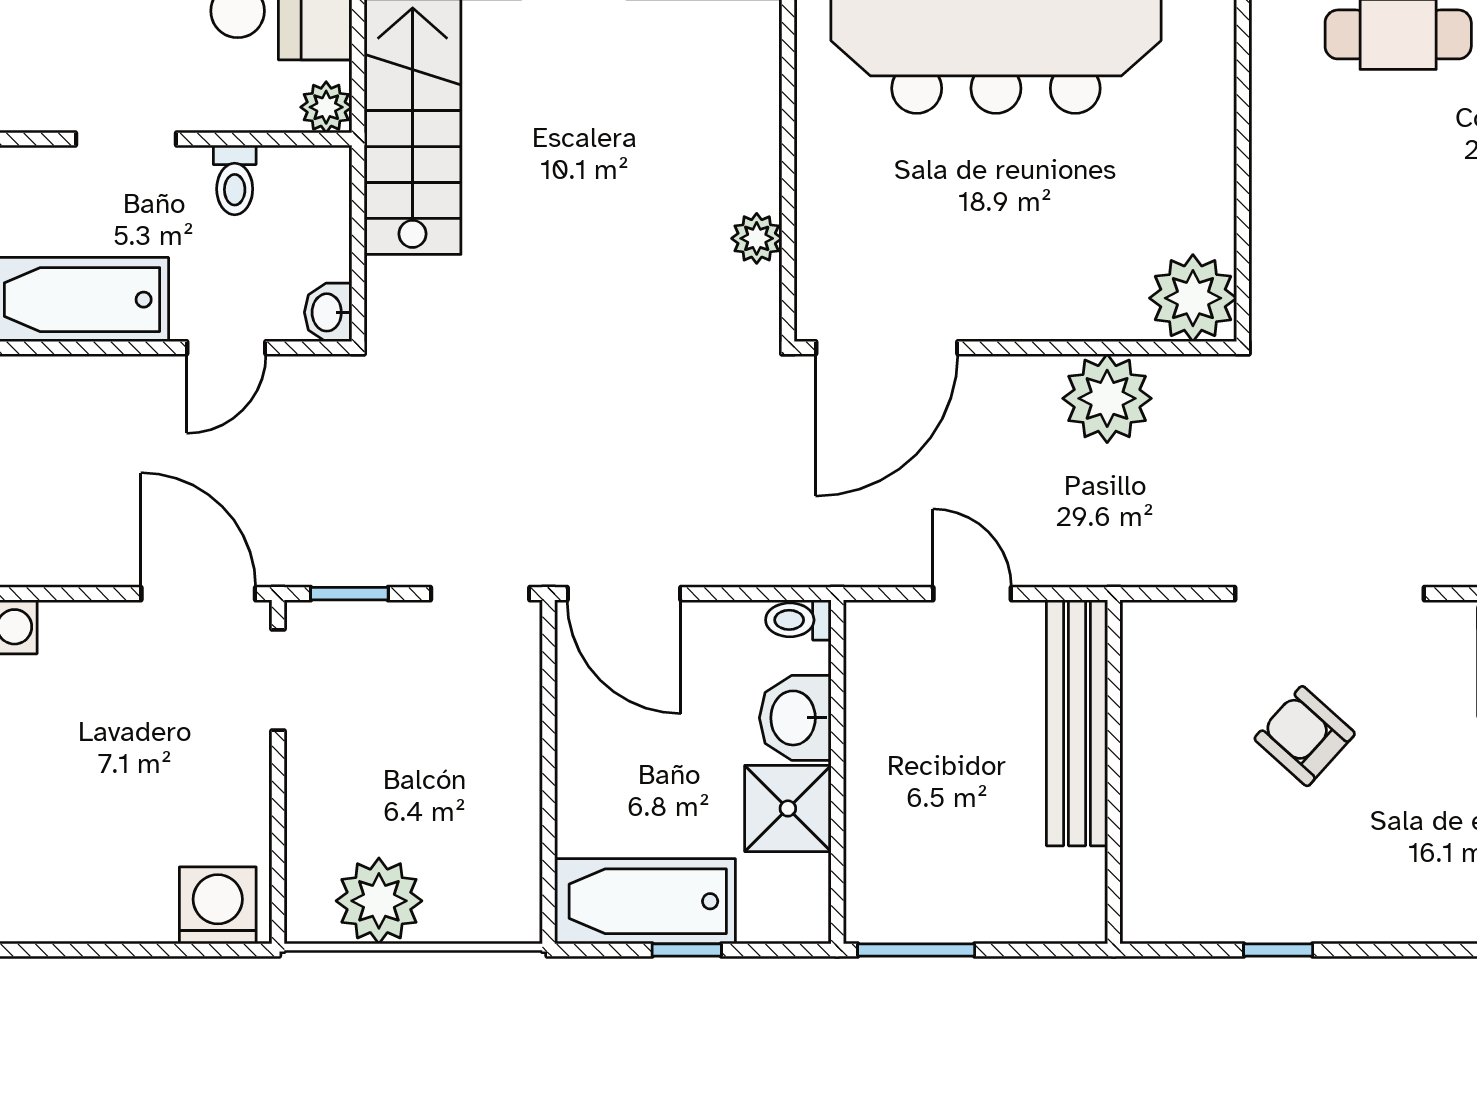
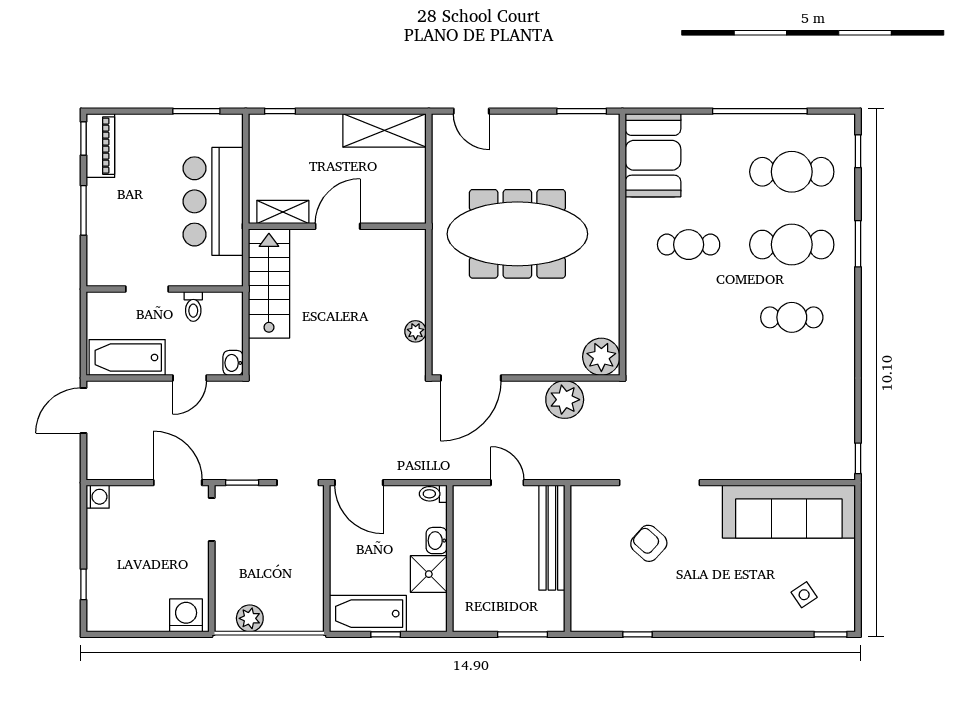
plant: (326, 107) -> (232, 276), removed
washbasin: (795, 718) -> (437, 541), width x0.72, depth x0.69
plant: (379, 901) -> (250, 618), width x0.73, depth x0.73
window: (916, 950) -> (522, 634), moved

